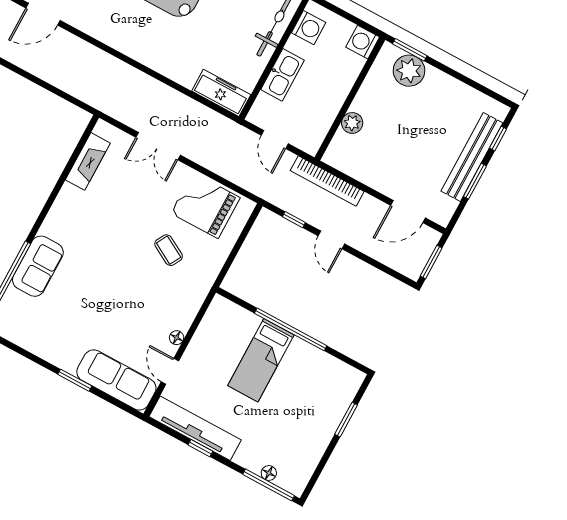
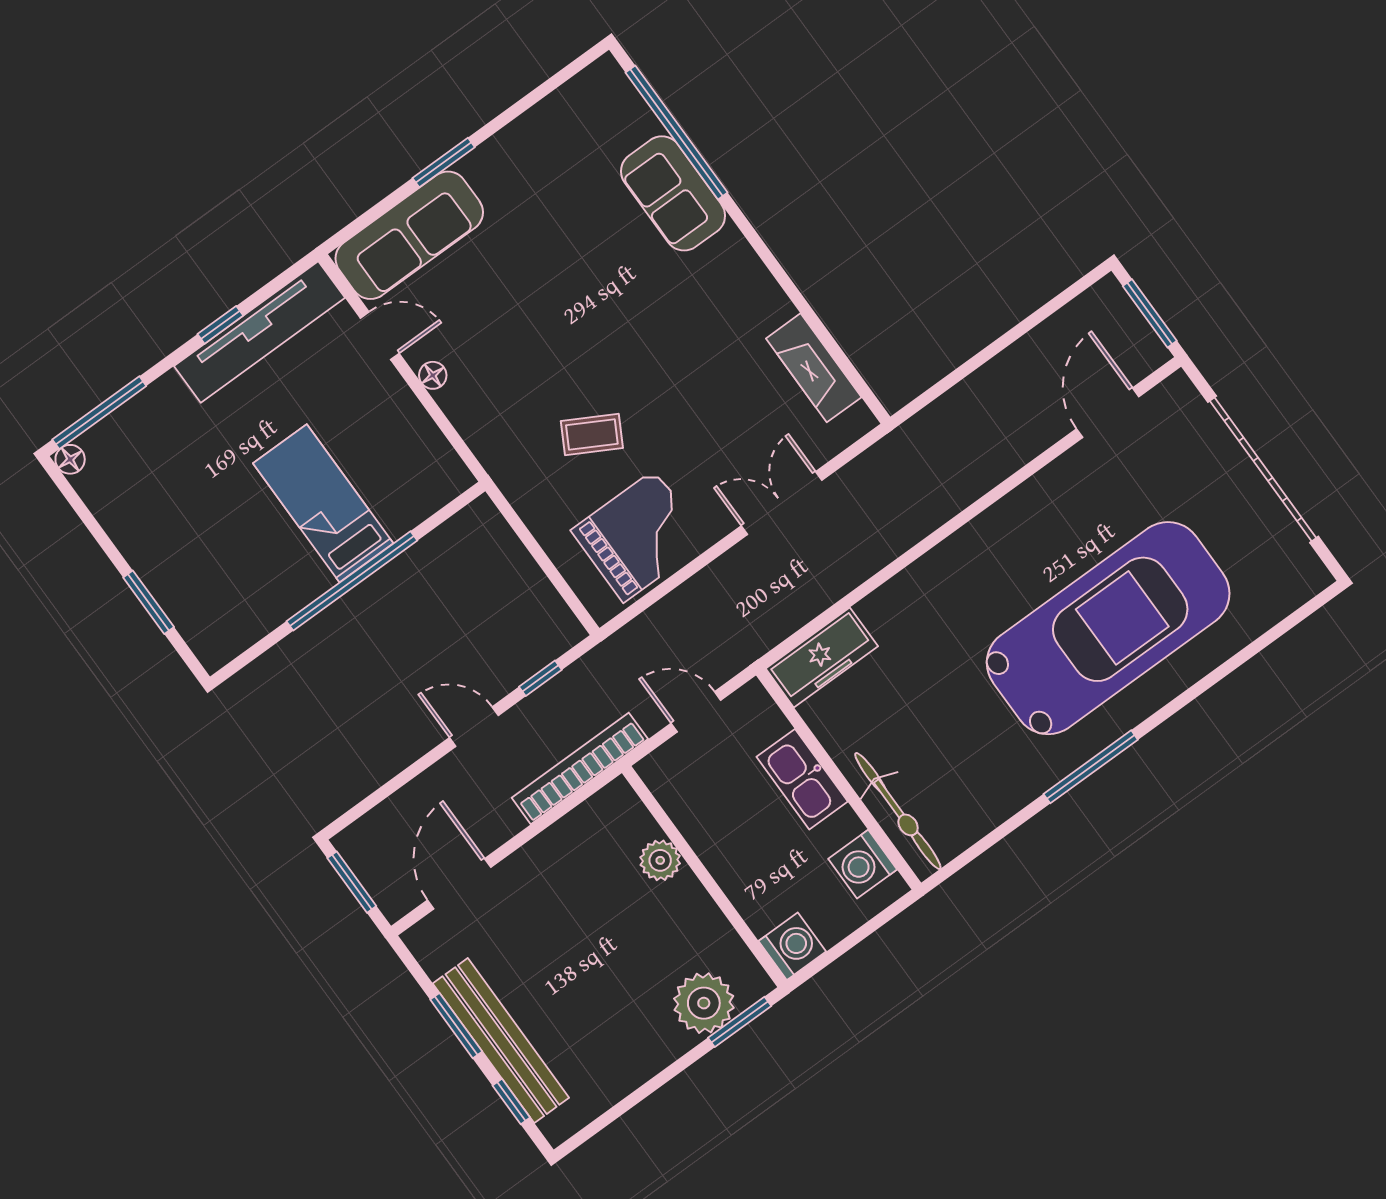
floor lamp: (269, 473) -> (70, 459), moved

